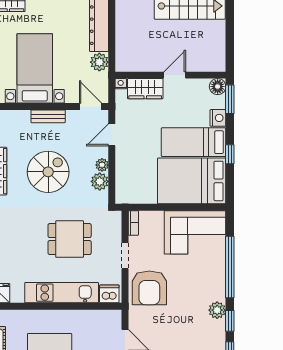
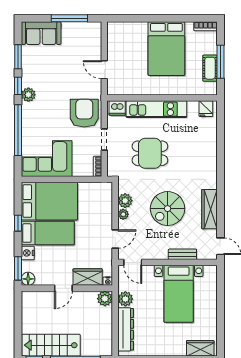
plant: (124, 63) -> (105, 299), added
bench: (48, 116) -> (182, 254), moved

